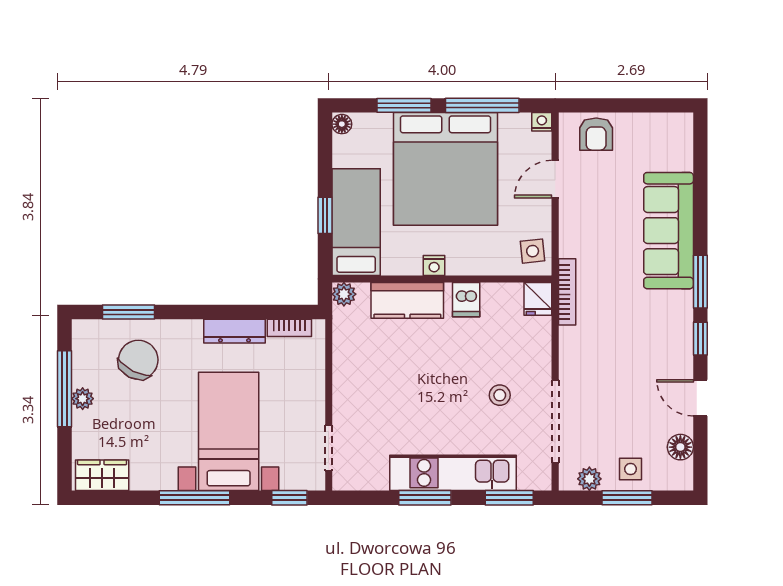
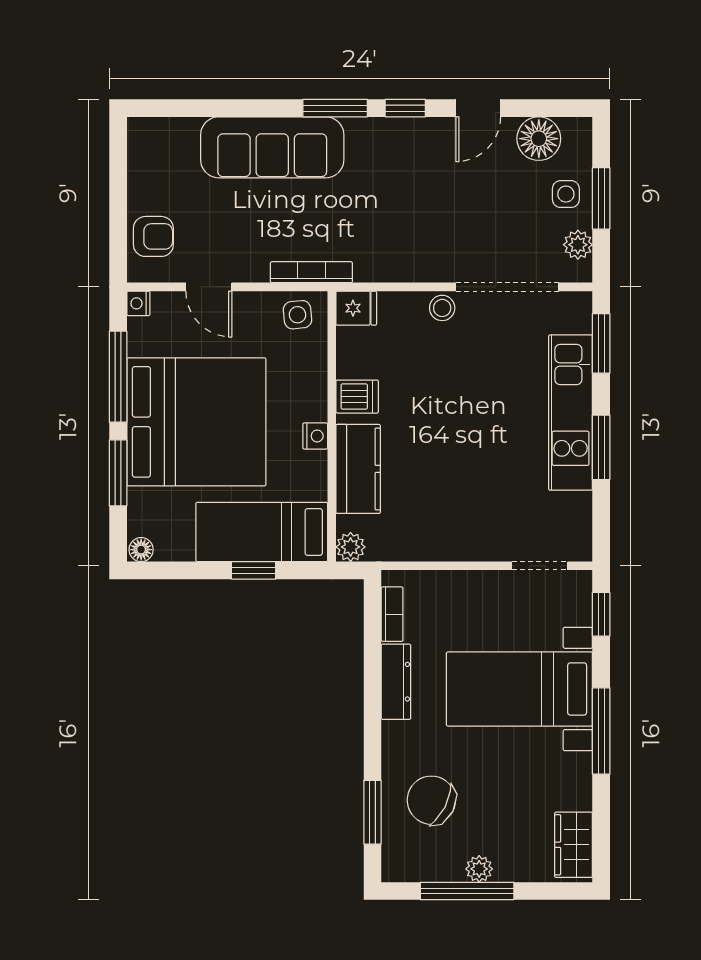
bookcase: (567, 292) -> (311, 272), moved
stool: (500, 395) -> (442, 308), moved
floor lamp: (680, 447) -> (539, 139), width x1.38, depth x1.38

